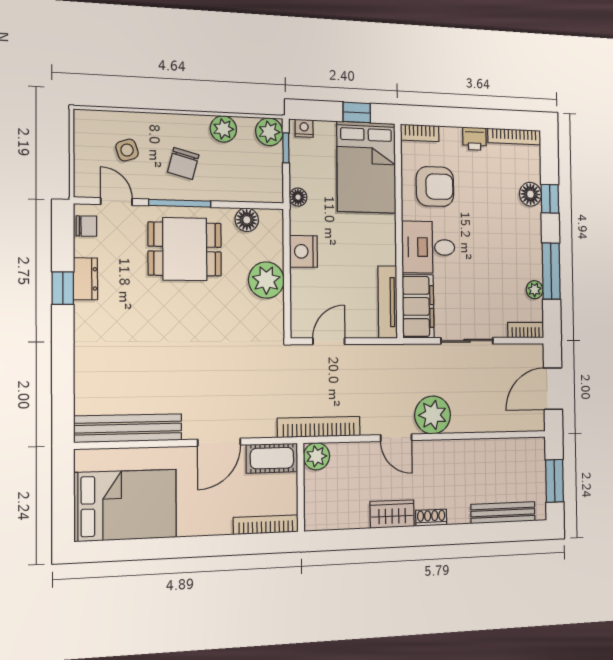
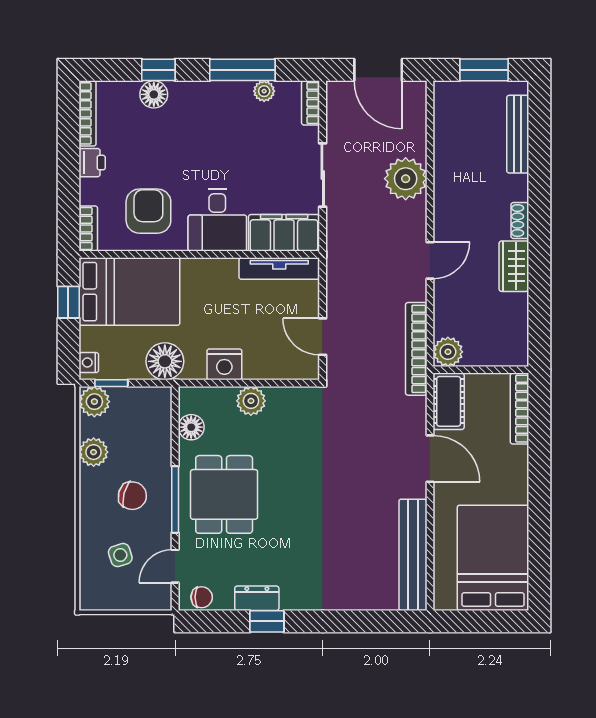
floor lamp: (298, 197) -> (165, 361), width x1.89, depth x1.89
chair: (86, 226) -> (202, 597), turned 90
plant: (266, 280) -> (251, 401), width x0.73, depth x0.73
plant: (433, 415) -> (406, 179), moved

